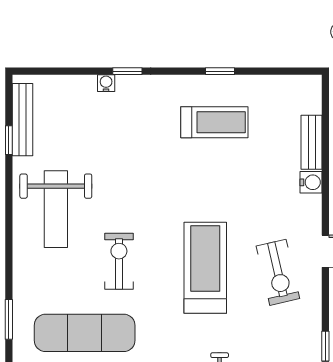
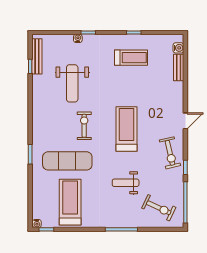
water cooler: (311, 182) -> (178, 48), moved
weight bench: (56, 209) -> (72, 83), moved
exercise bike: (278, 272) -> (170, 153), moved

